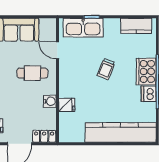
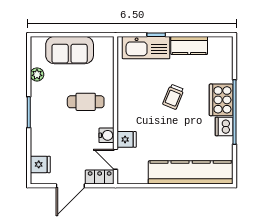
kitchen counter: (136, 26) -> (189, 46), moved
door: (57, 50) -> (115, 159), moved

